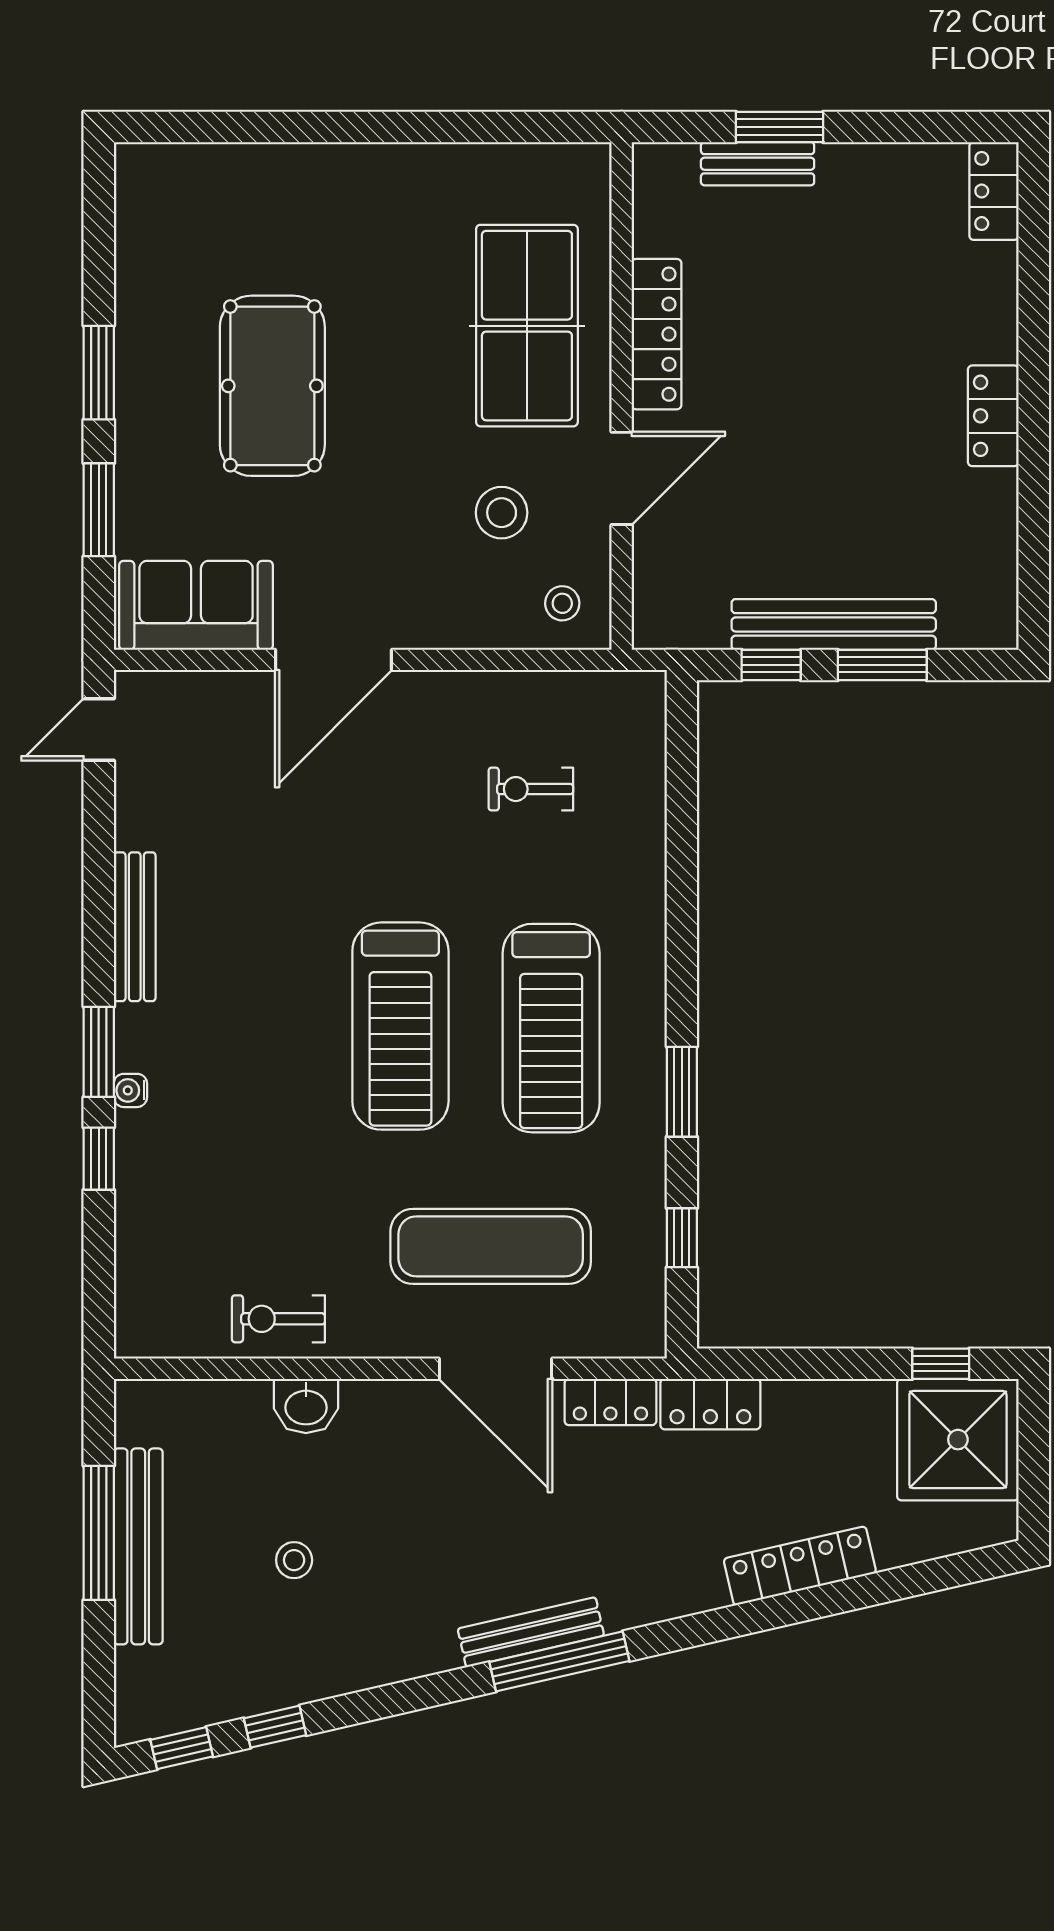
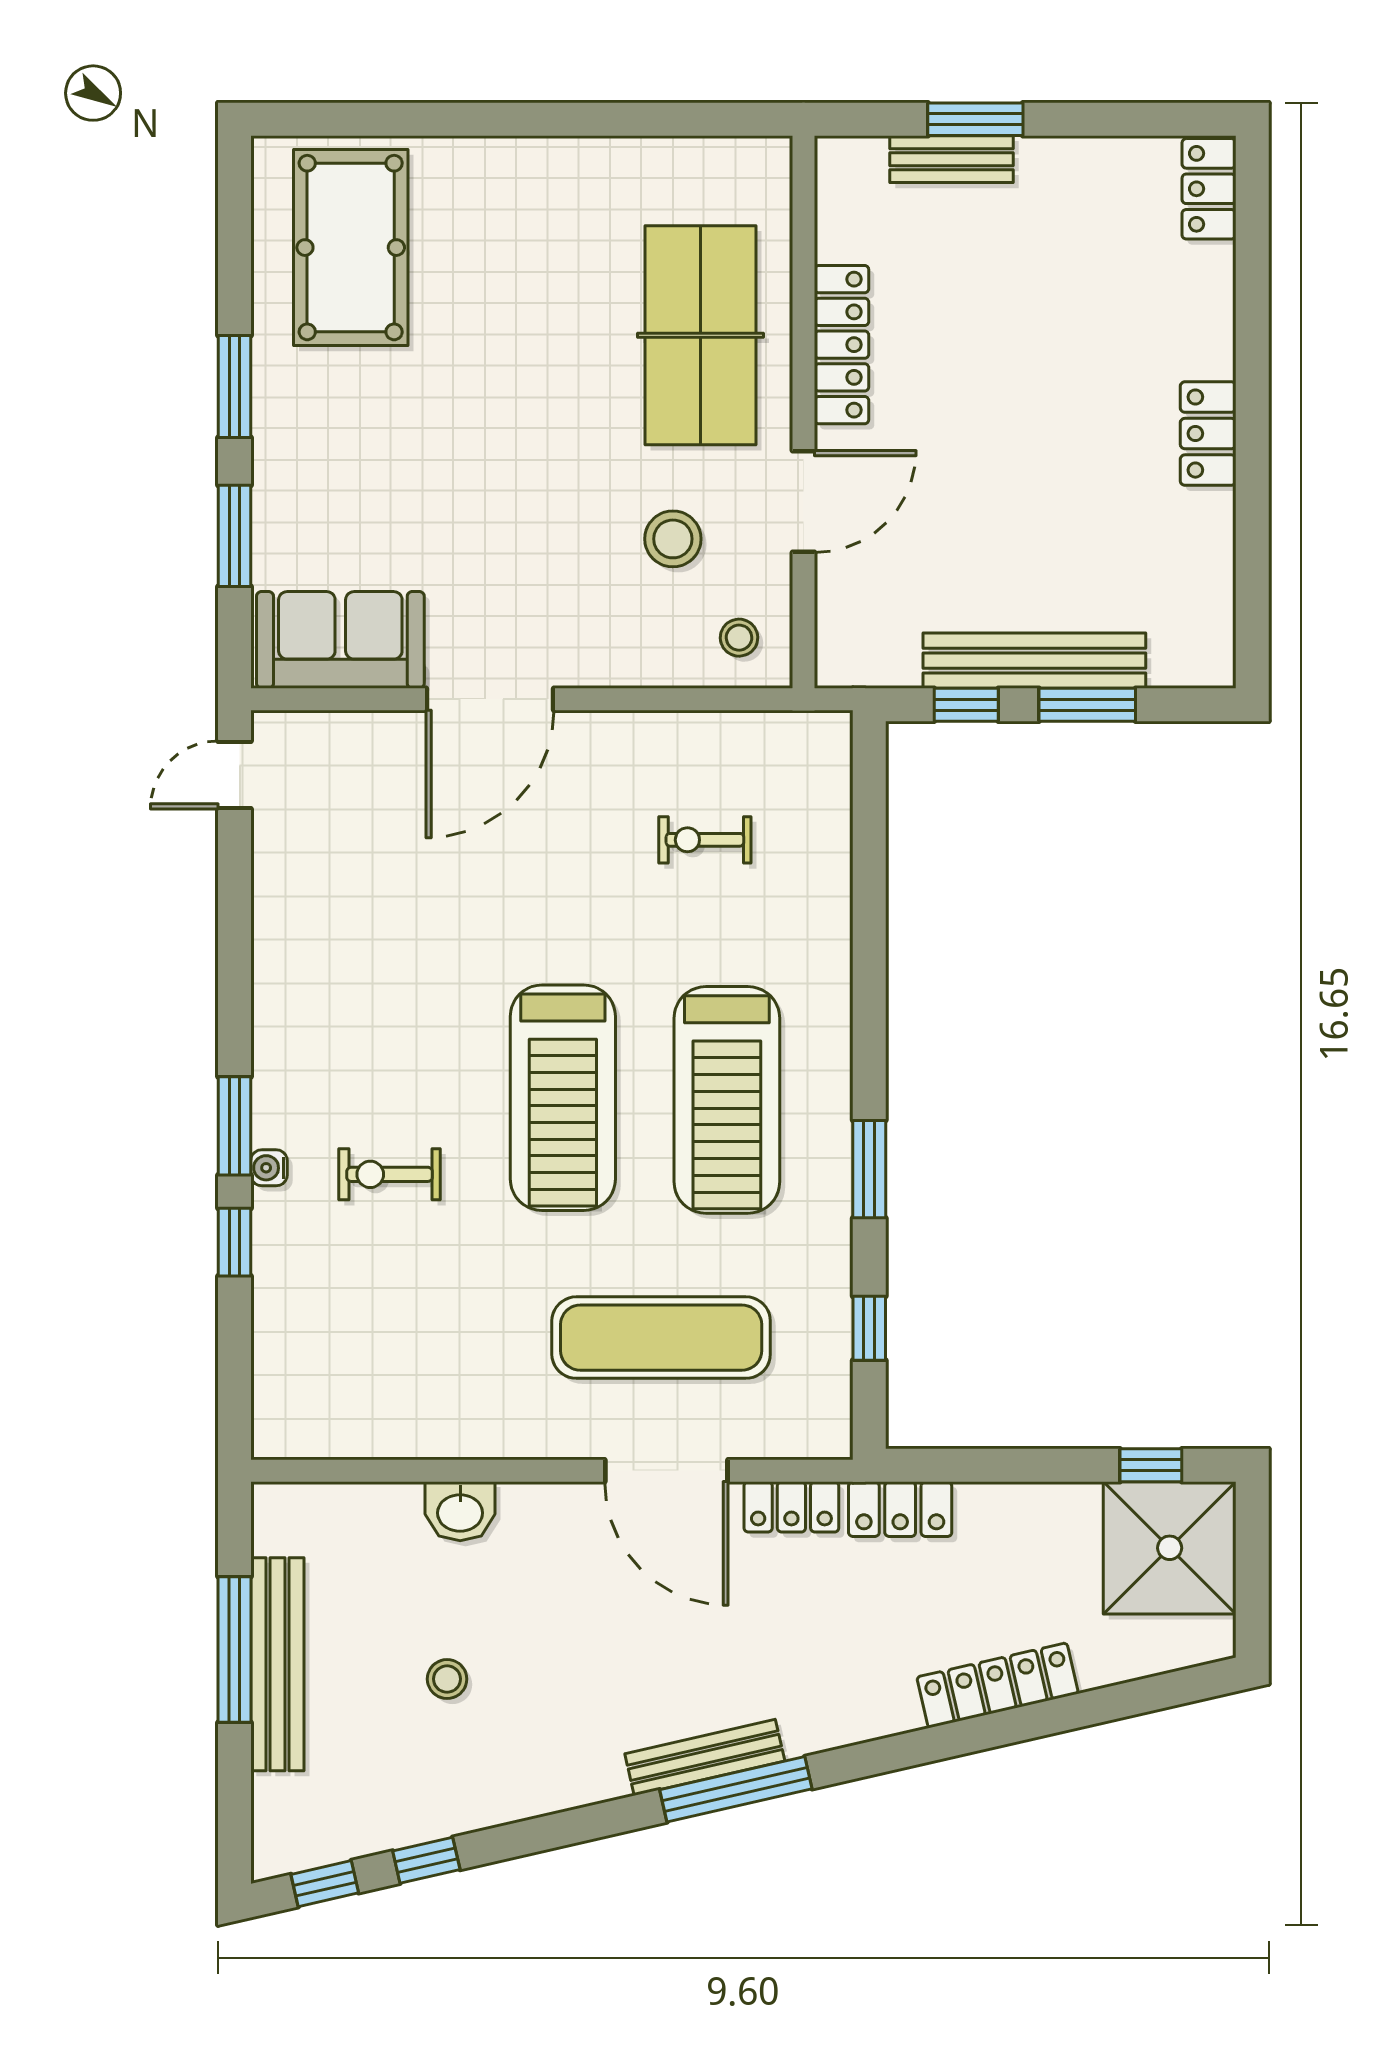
pool table: (272, 386) -> (351, 248), moved
bench: (135, 927) -> (274, 990), removed
exercise bike: (278, 1319) -> (390, 1174), moved

